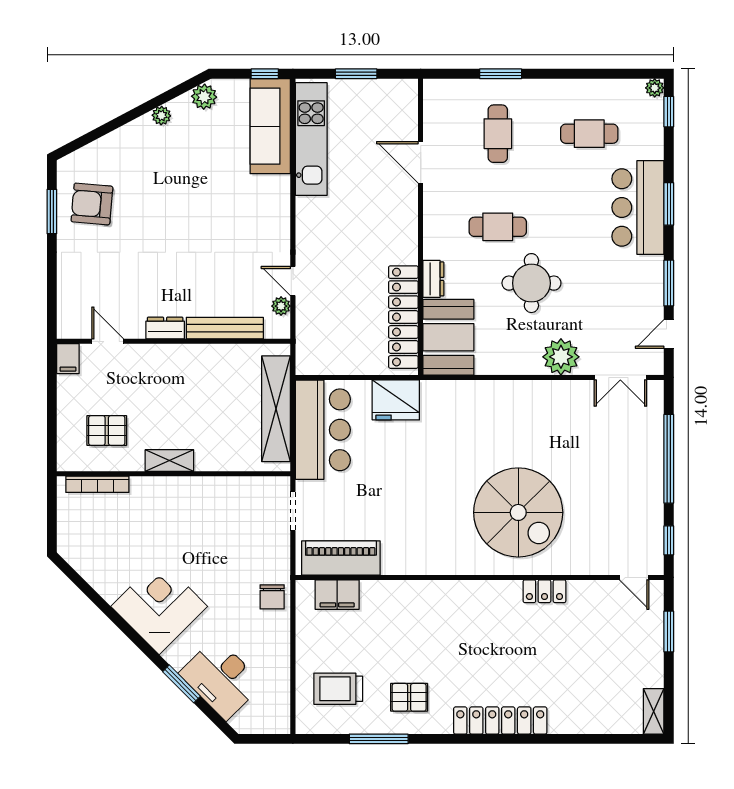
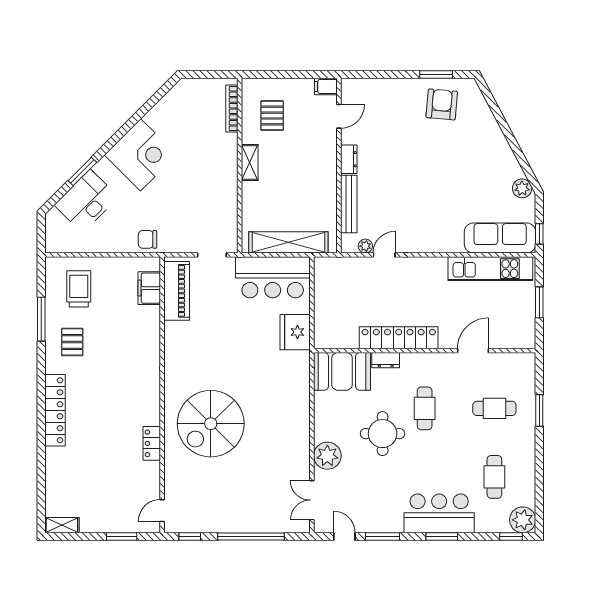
plant: (655, 88) -> (523, 520), width x1.88, depth x1.88
plant: (161, 116) -> (508, 156), removed
locker: (403, 317) -> (399, 338), moved

